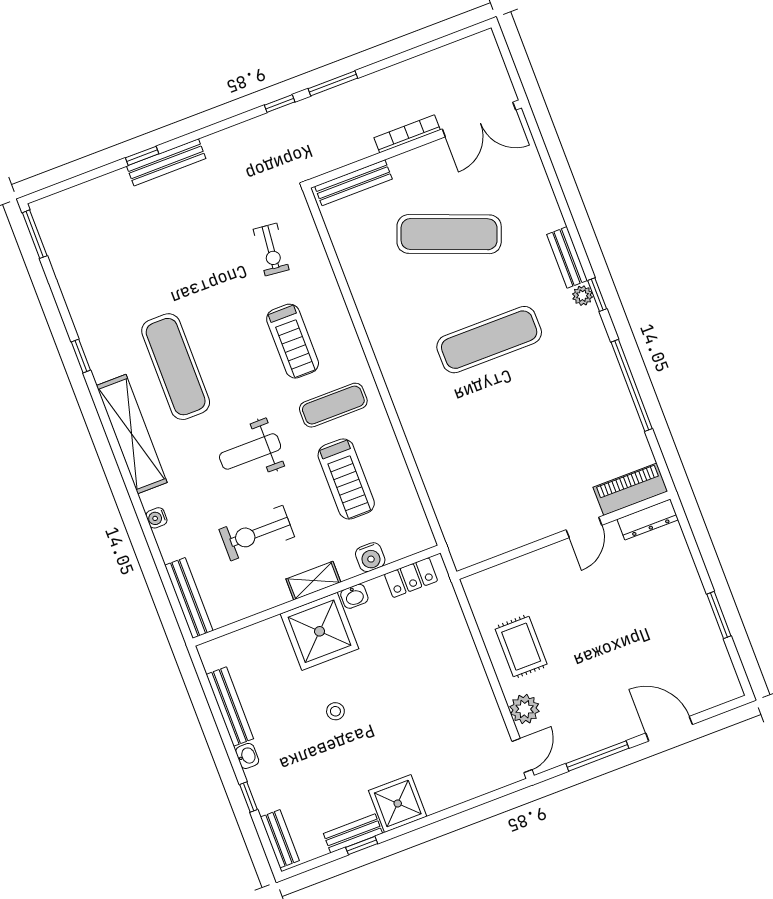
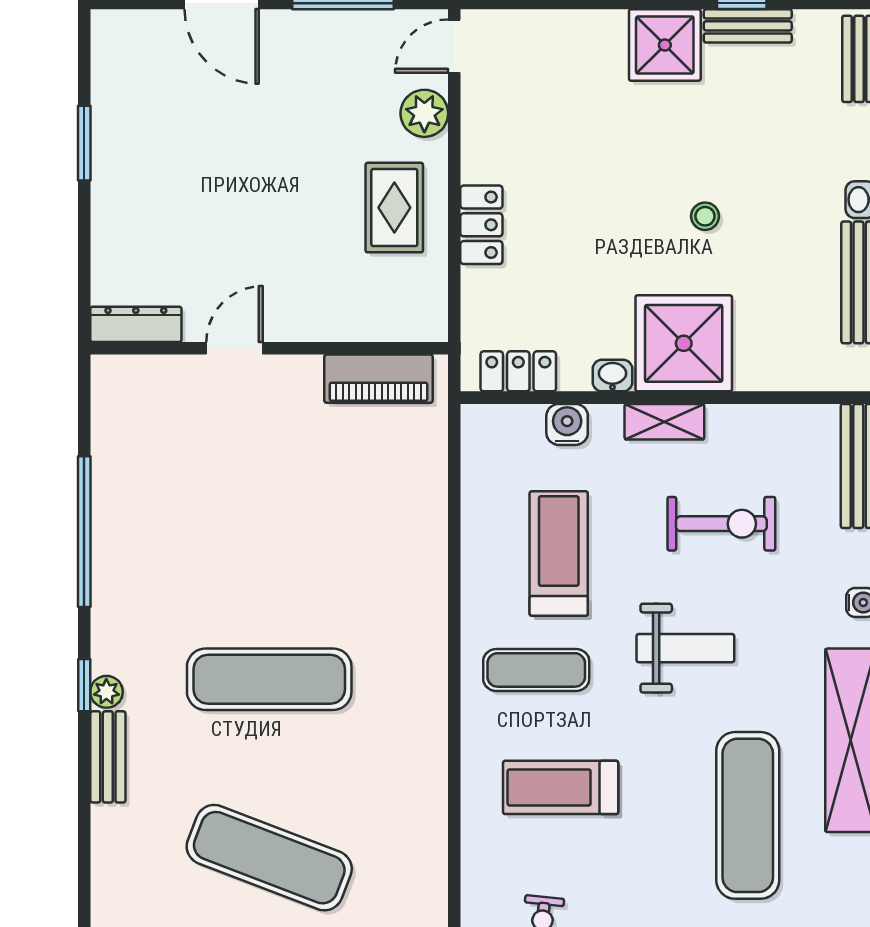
treadmill: (293, 341) -> (561, 787), turned -90
piano: (630, 489) -> (379, 379), moved
locker: (466, 656) -> (481, 225), added

